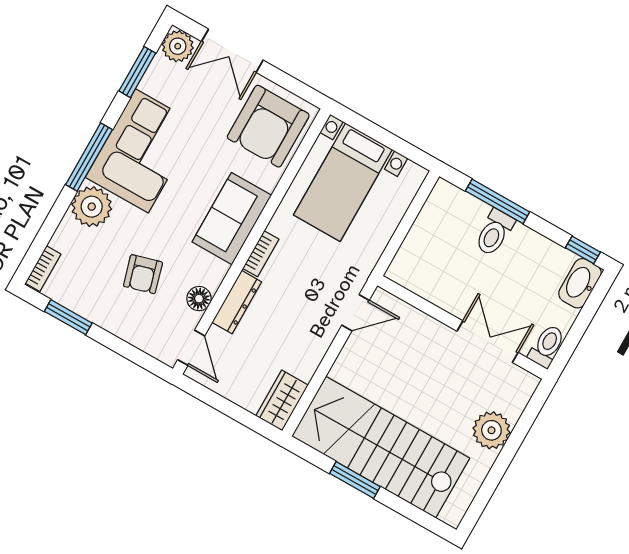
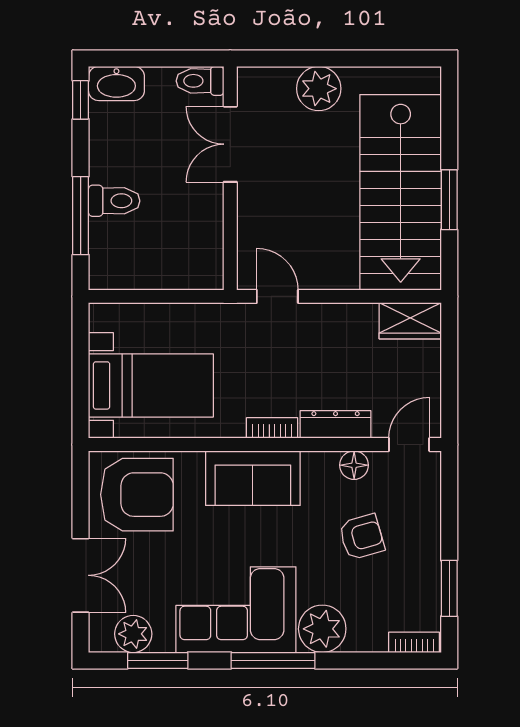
plant: (178, 46) -> (133, 634), moved

